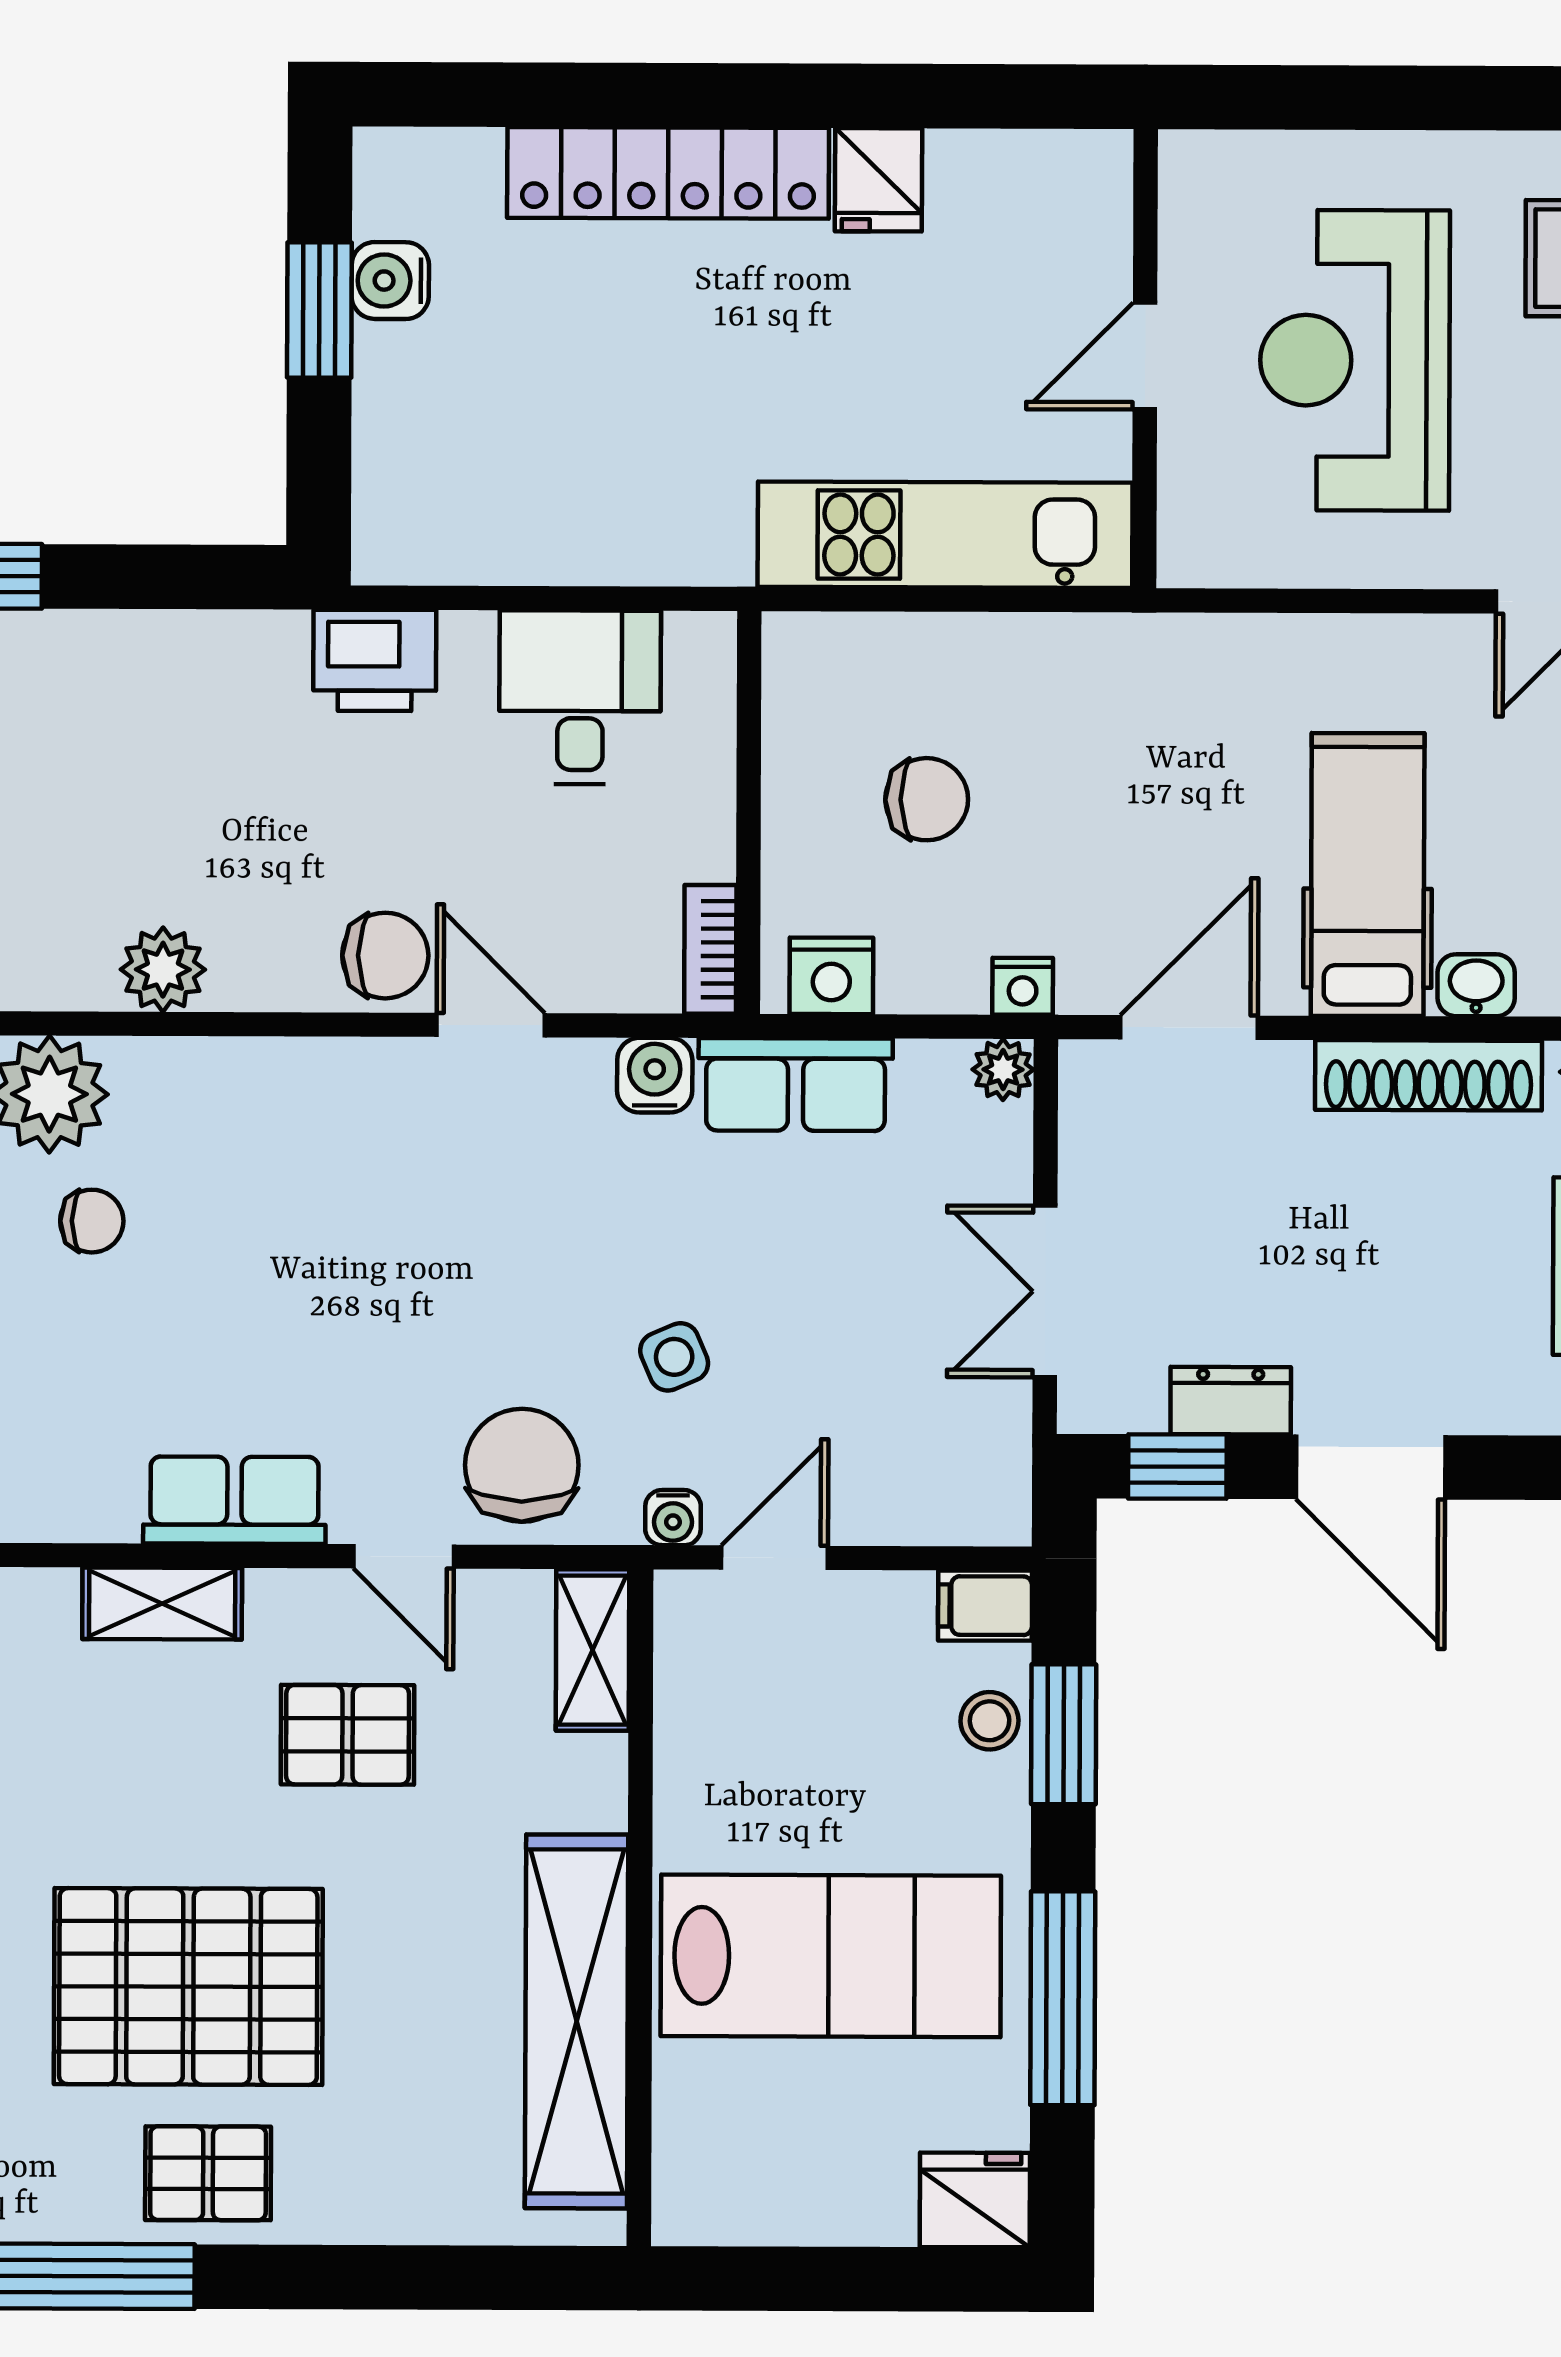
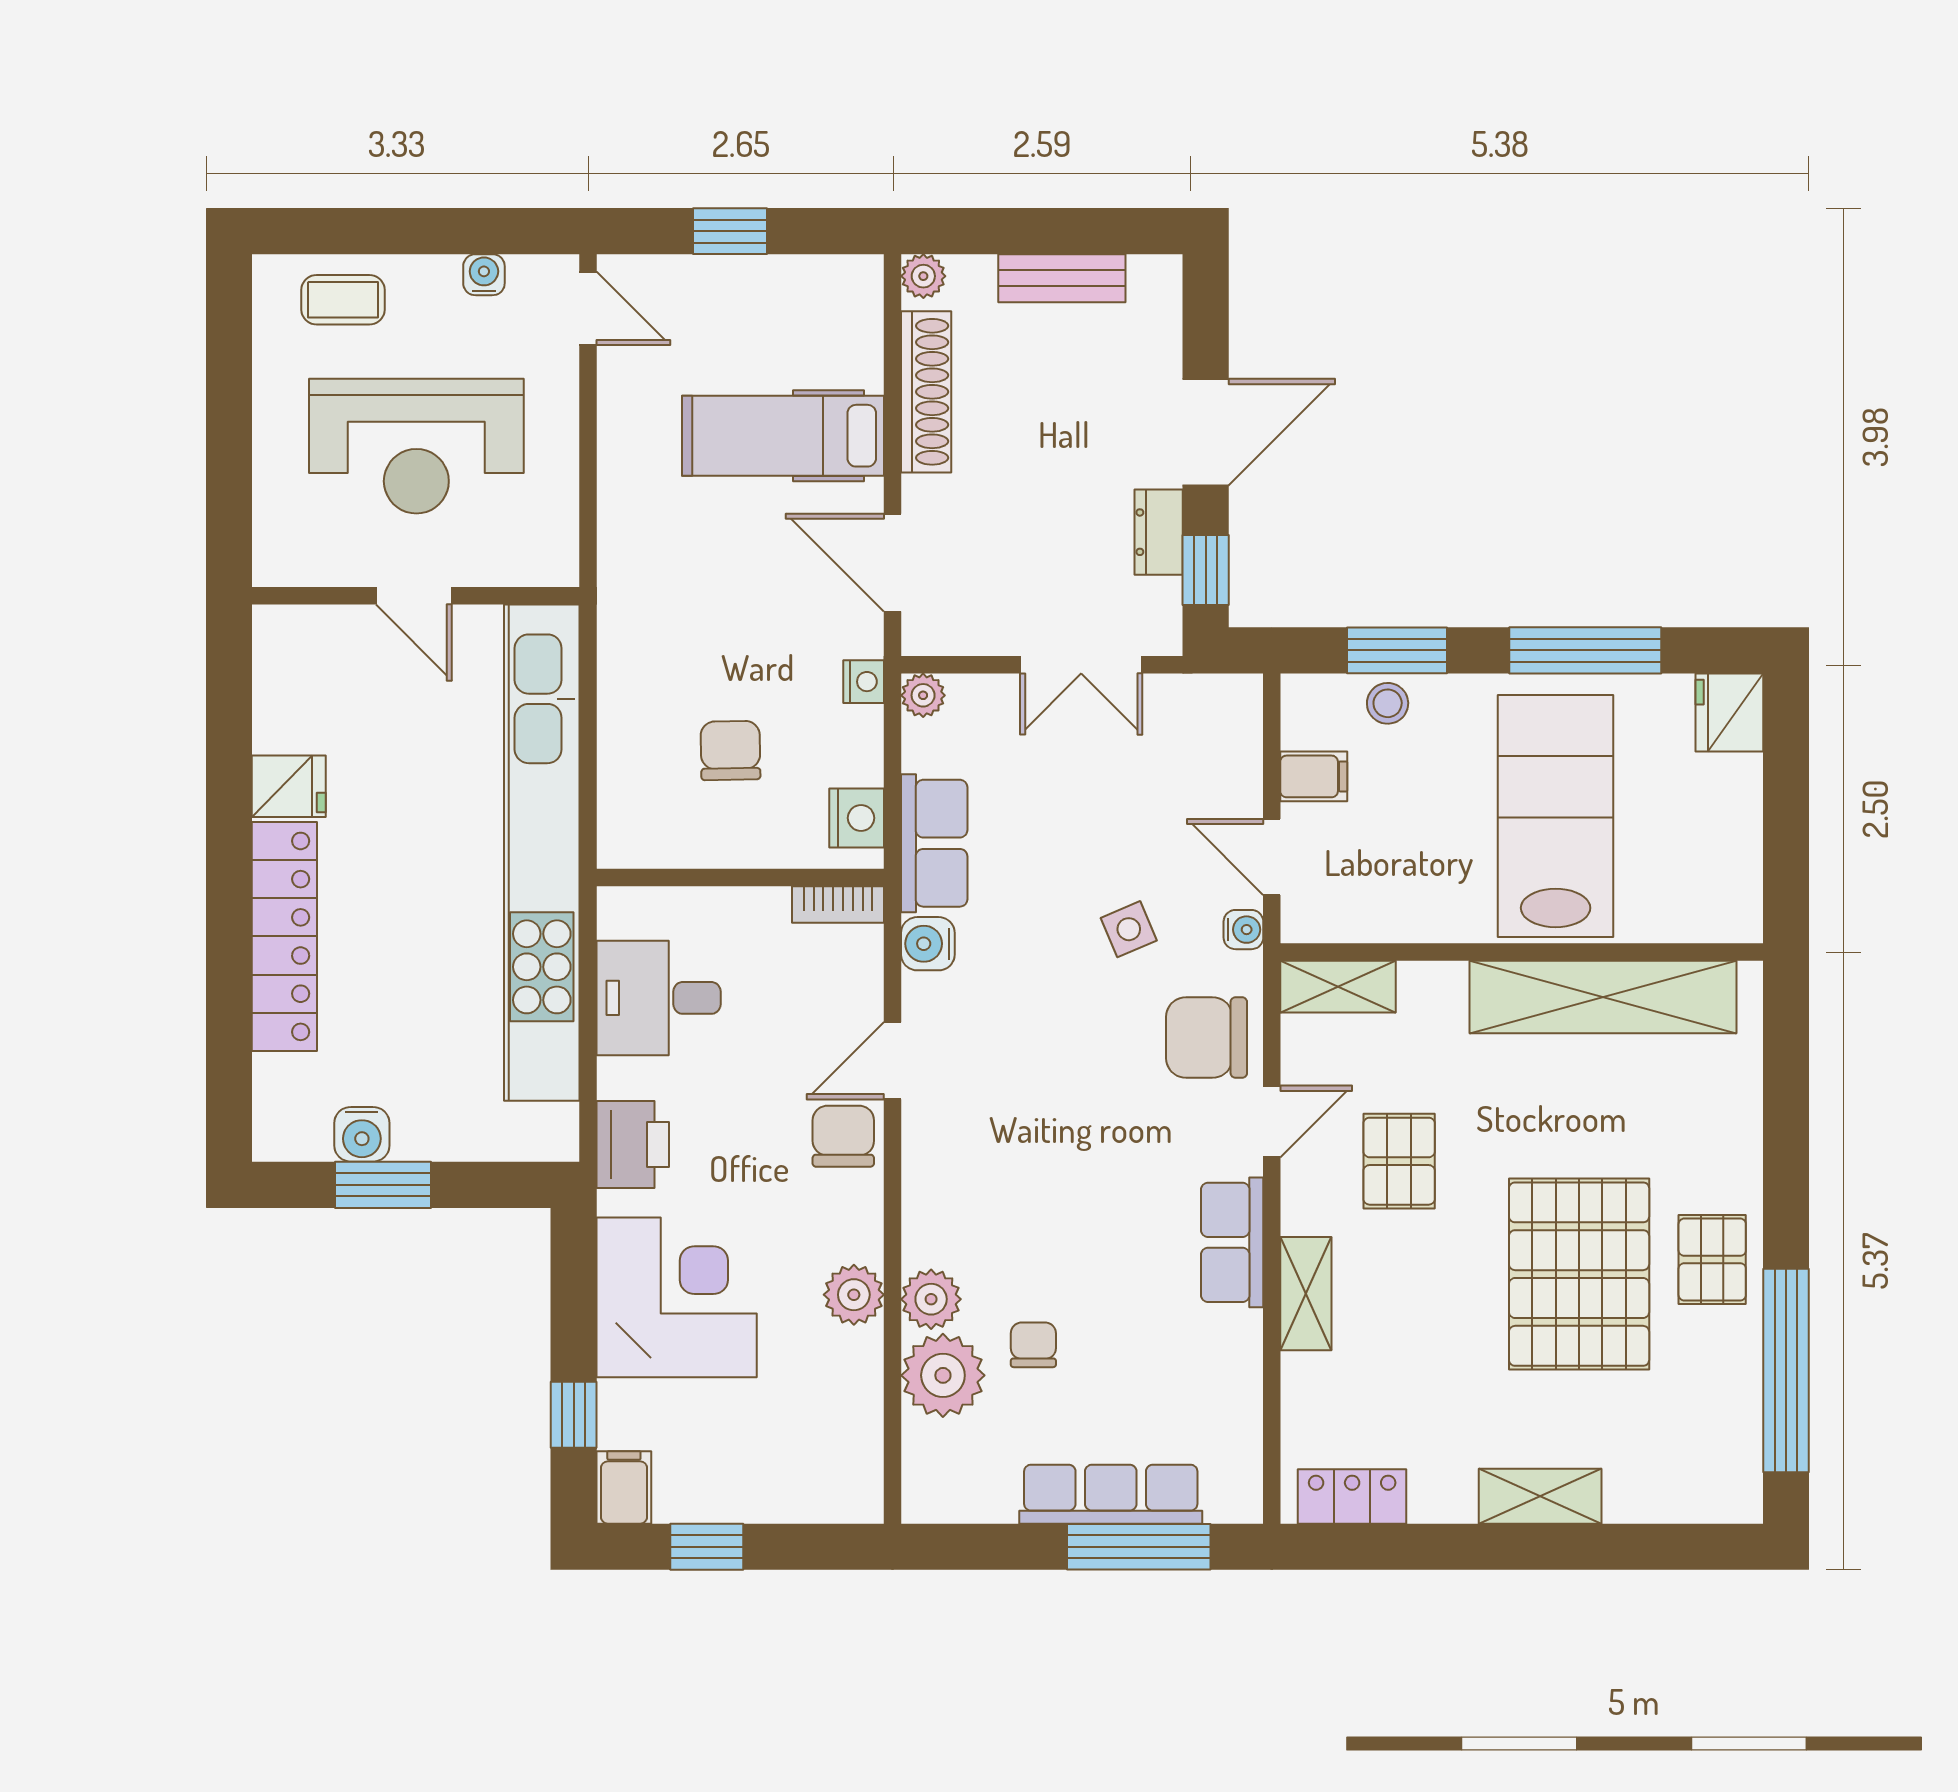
kitchen unit: (945, 535) -> (542, 853), width x1.86
corner desk: (160, 721) -> (677, 1297), added
washbasin: (1476, 985) -> (862, 358), removed
plant: (156, 1078) -> (931, 1299), added
filing cabinet: (985, 1606) -> (1314, 776), moved, turned -90

